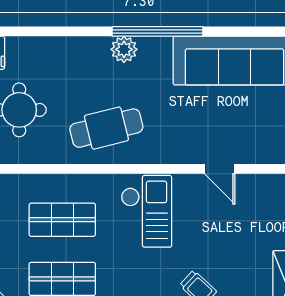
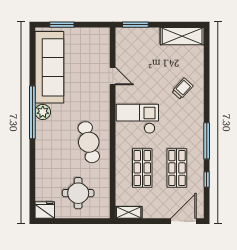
plant: (124, 49) -> (43, 112), moved
door: (220, 169) -> (113, 76), hinge flipped

